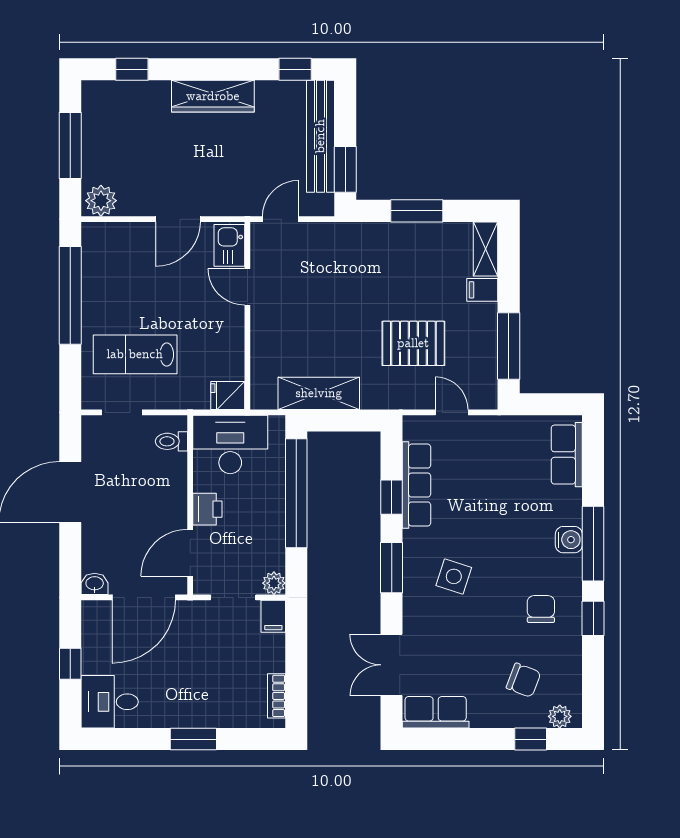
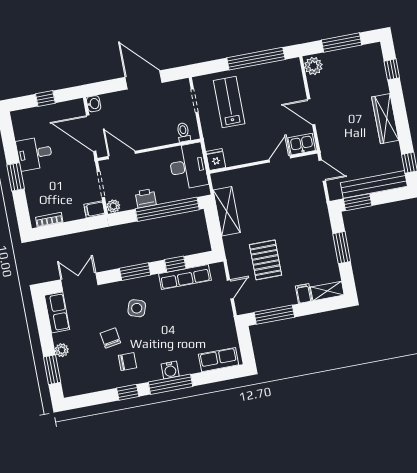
printer: (207, 509) -> (146, 198), moved, turned 180
chair: (524, 680) -> (110, 338), moved, turned 150
desk: (110, 702) -> (34, 153), moved, turned -90
plant: (560, 716) -> (62, 350), moved
window: (531, 739) -> (52, 370), width x1.50

